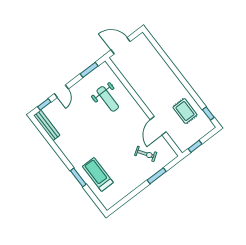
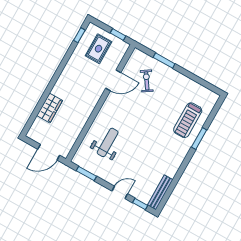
door: (121, 46) -> (49, 152), hinge flipped
wardrobe: (157, 62) -> (50, 108), added
rug: (185, 111) -> (98, 49), moved

